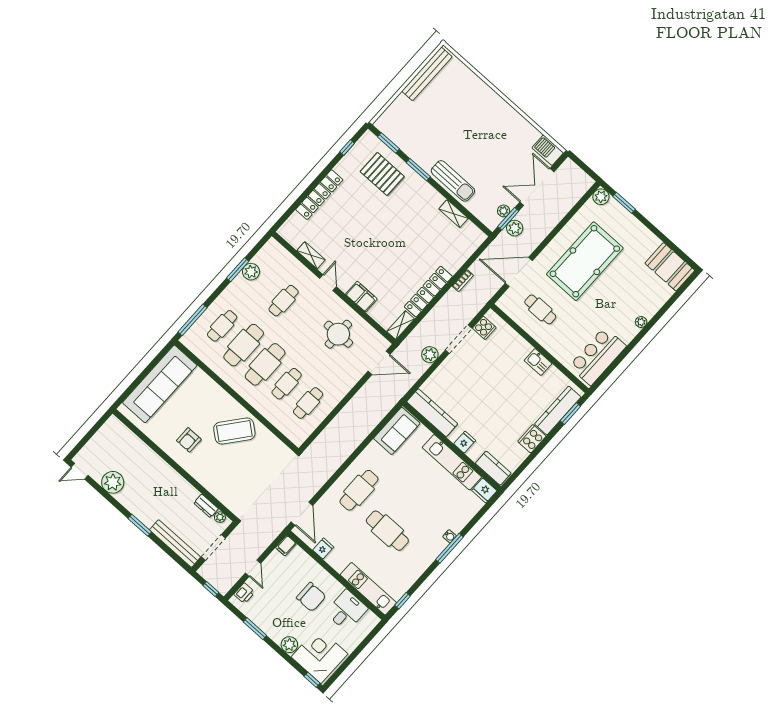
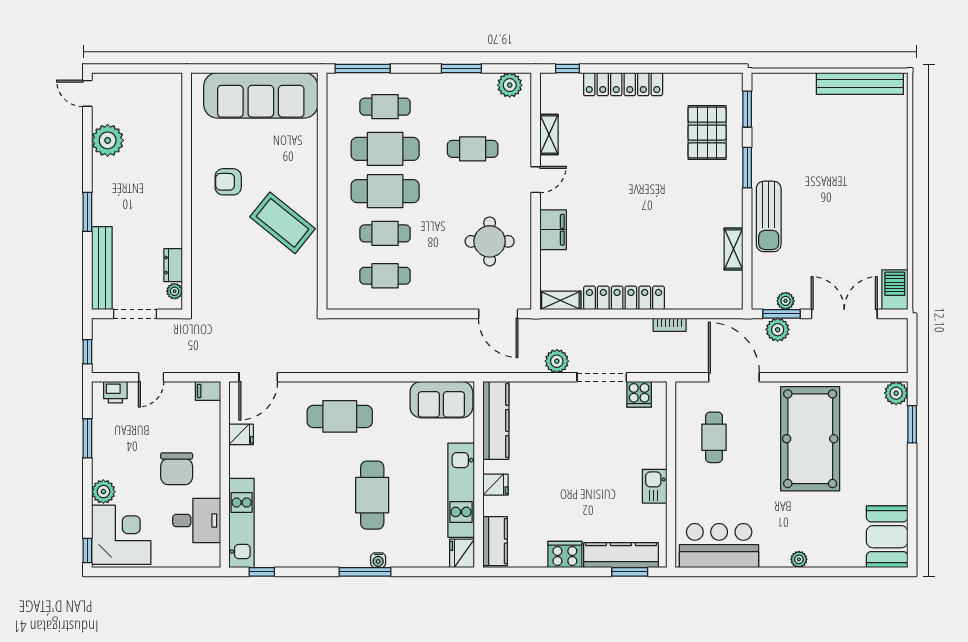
window: (347, 148) -> (567, 69), moved
pool table: (585, 261) -> (810, 439), turned 90
plant: (251, 272) -> (510, 85), moved
cafe table: (387, 531) -> (372, 495), moved

